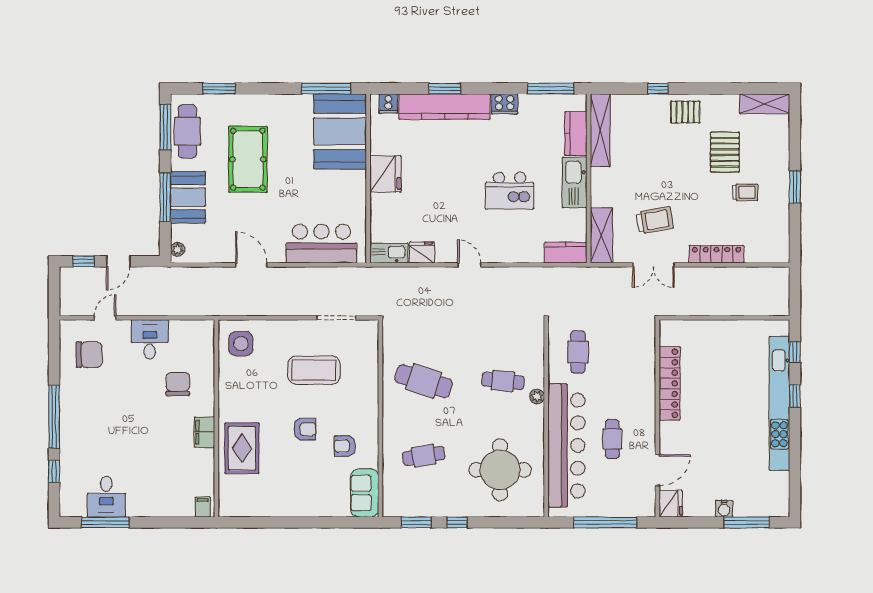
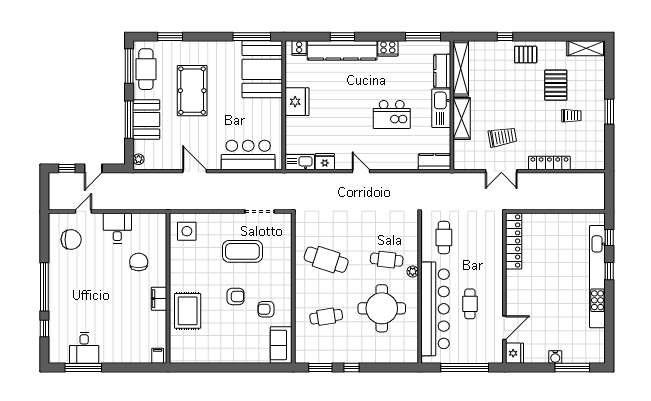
shelving: (601, 235) -> (462, 118), moved
locker: (670, 383) -> (514, 241), moved
round table: (500, 470) -> (382, 308), moved

